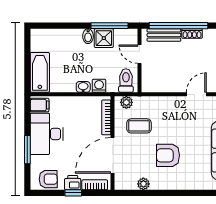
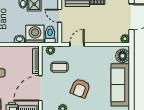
washing machine: (99, 86) -> (35, 34), width x1.89, depth x1.89
door: (196, 94) -> (77, 45), moved
armchair: (168, 155) -> (80, 88), turned -69

